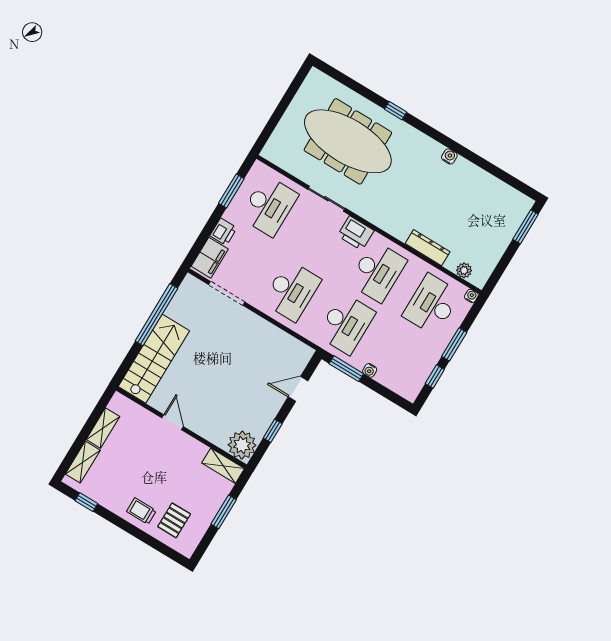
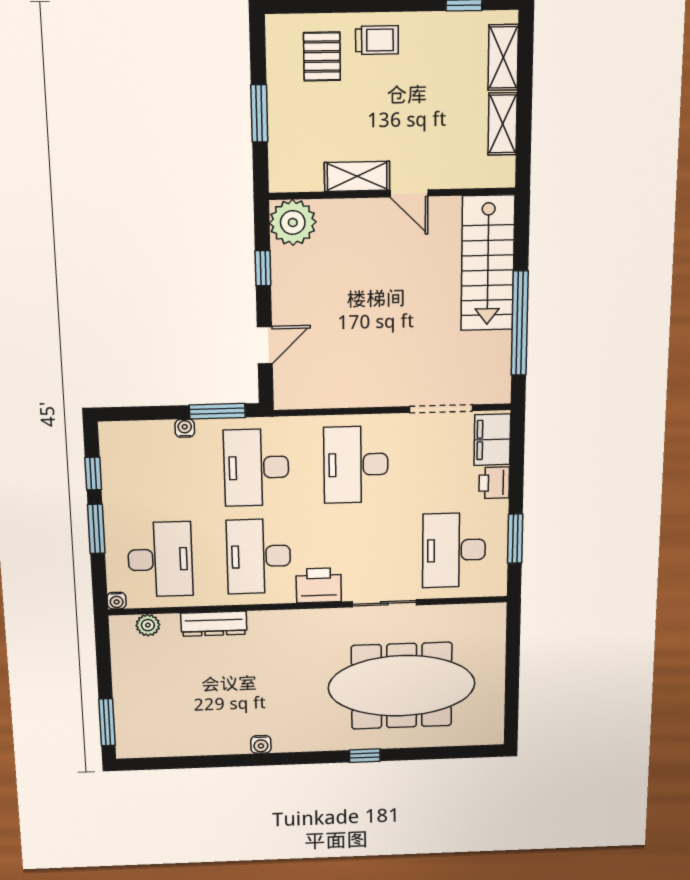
shelving: (223, 466) -> (357, 176), moved

